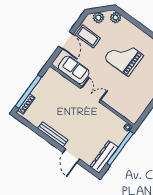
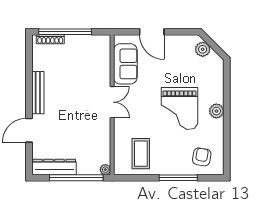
plant: (116, 18) -> (216, 111), moved
coffee table: (88, 36) -> (141, 154), moved
door: (66, 40) -> (152, 32), hinge flipped
grand piano: (124, 57) -> (180, 108), turned 180

